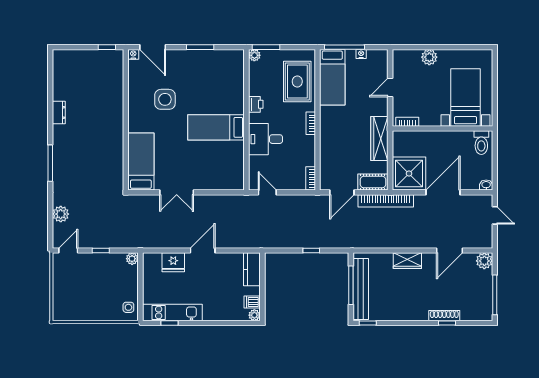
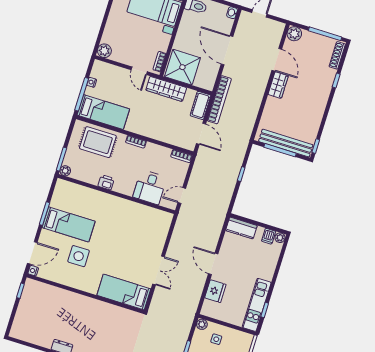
plant: (429, 57) -> (104, 51), moved
door: (390, 87) -> (139, 71), moved
bed: (216, 127) -> (69, 224), moved, turned -90
desk: (266, 139) -> (150, 187), moved
shower: (409, 174) -> (182, 67), moved
wardrobe: (407, 261) -> (278, 85), moved
side table: (128, 307) -> (216, 339), moved
shoe rack: (444, 316) -> (337, 55), moved

